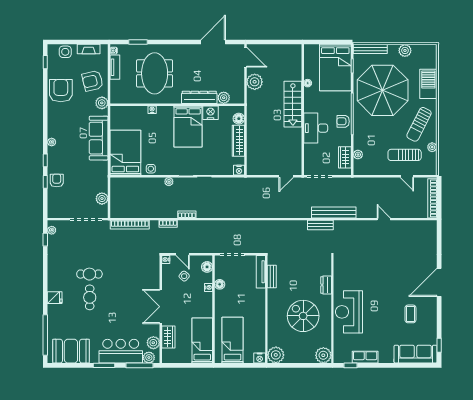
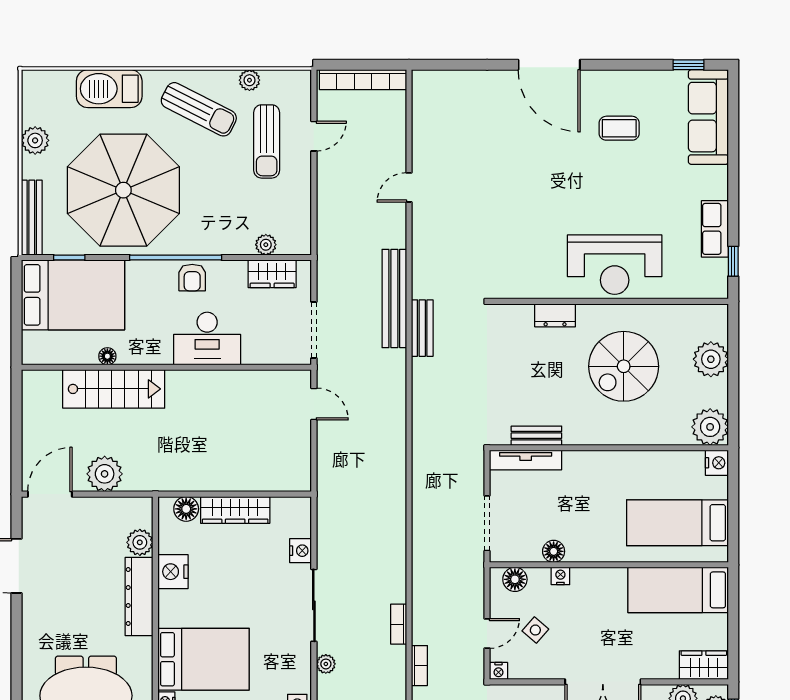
stairs: (293, 104) -> (114, 389), moved
bed: (188, 126) -> (204, 659), moved
nightstand: (239, 170) -> (300, 551), moved
wardrobe: (168, 337) -> (704, 665), moved
plant: (323, 355) -> (711, 359), moved

